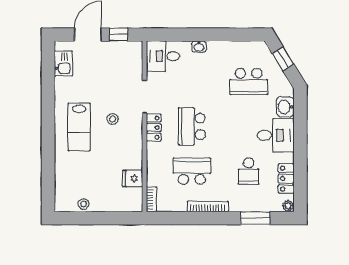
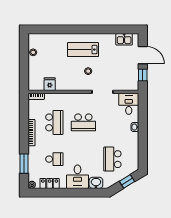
school desk: (192, 126) -> (83, 122), turned 180
locker: (154, 128) -> (83, 98), removed
school desk: (249, 171) -> (54, 159), turned 180

